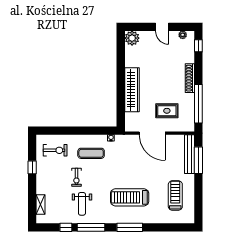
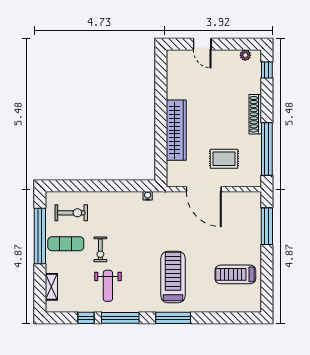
door: (162, 27) -> (202, 44), moved
plant: (132, 38) -> (176, 60), removed
exercise mat: (91, 153) -> (66, 244), moved
bench: (189, 154) -> (255, 218), removed
window: (32, 167) -> (40, 236), width x3.17
treadmill: (175, 195) -> (235, 274), turned -90
treadmill: (130, 197) -> (173, 277), turned 90

